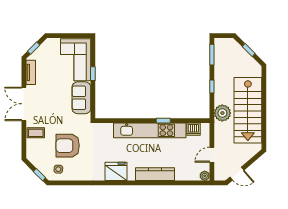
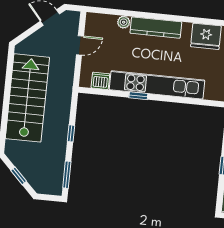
plant: (222, 113) -> (61, 98), removed
plant: (205, 176) -> (124, 22), moved

